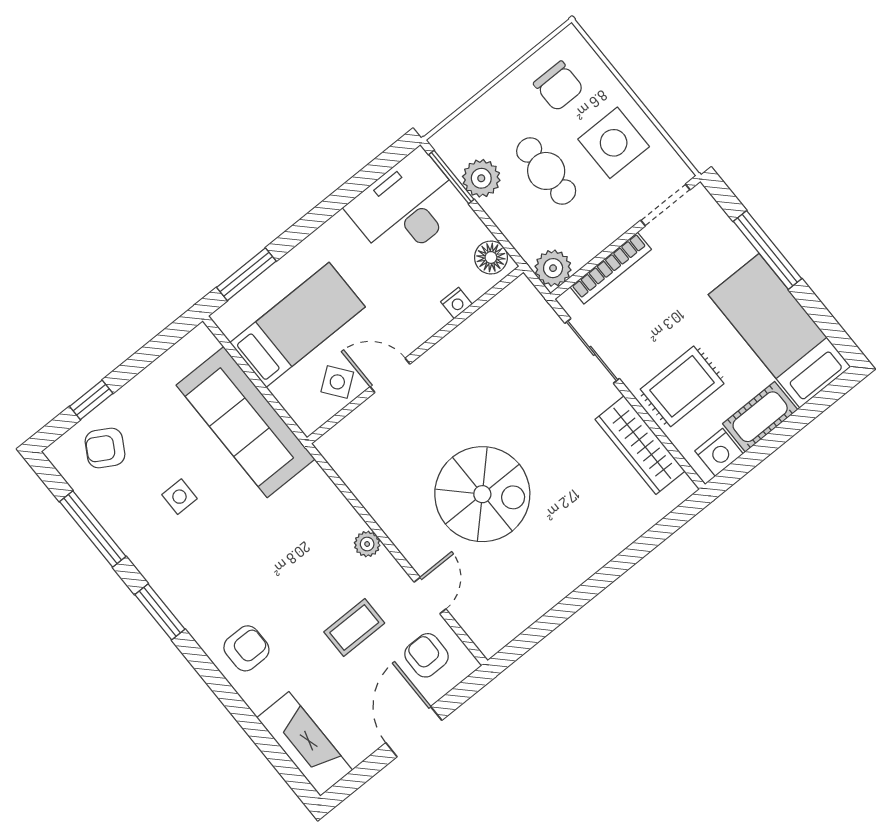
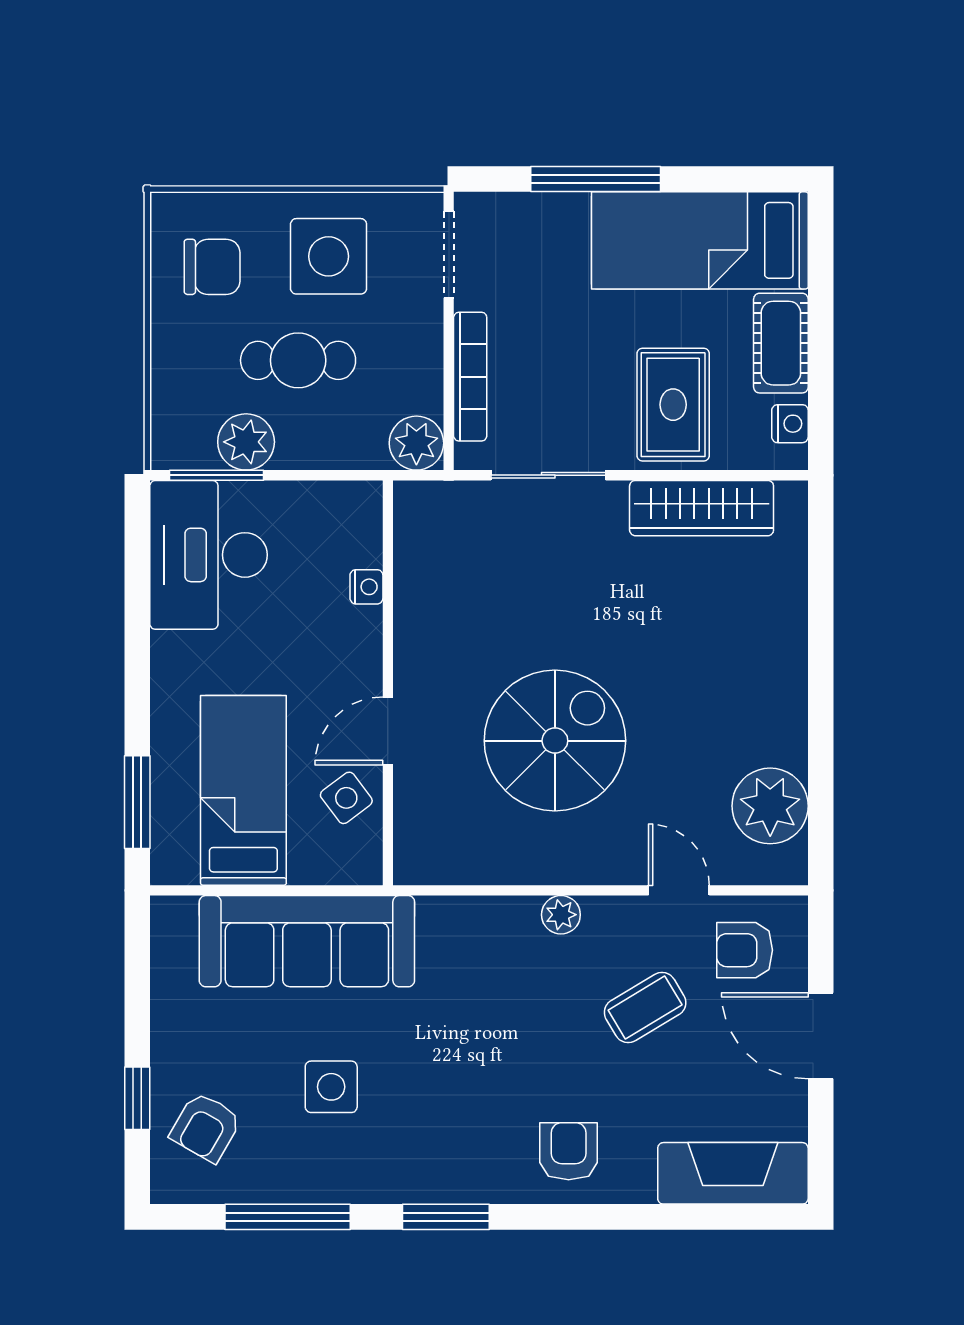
floor lamp: (491, 257) -> (346, 505), removed
nightstand: (719, 452) -> (790, 424), width x0.72, depth x0.74
spiral stairs: (482, 494) -> (555, 741), moved
side table: (179, 497) -> (331, 1087), width x1.37, depth x1.37
plant: (513, 607) -> (770, 806), added
coffee table: (354, 628) -> (645, 1008), turned 59

